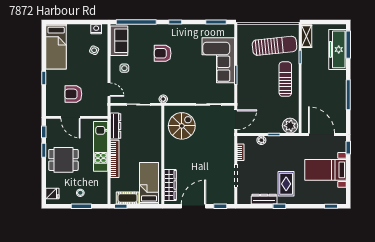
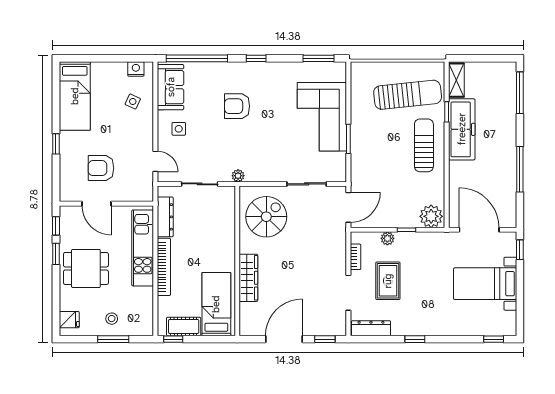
freezer: (338, 49) -> (462, 129), moved, turned 180
rug: (286, 184) -> (388, 281), moved
wardrobe: (170, 185) -> (248, 278), moved
dresser: (264, 199) -> (371, 328), moved

